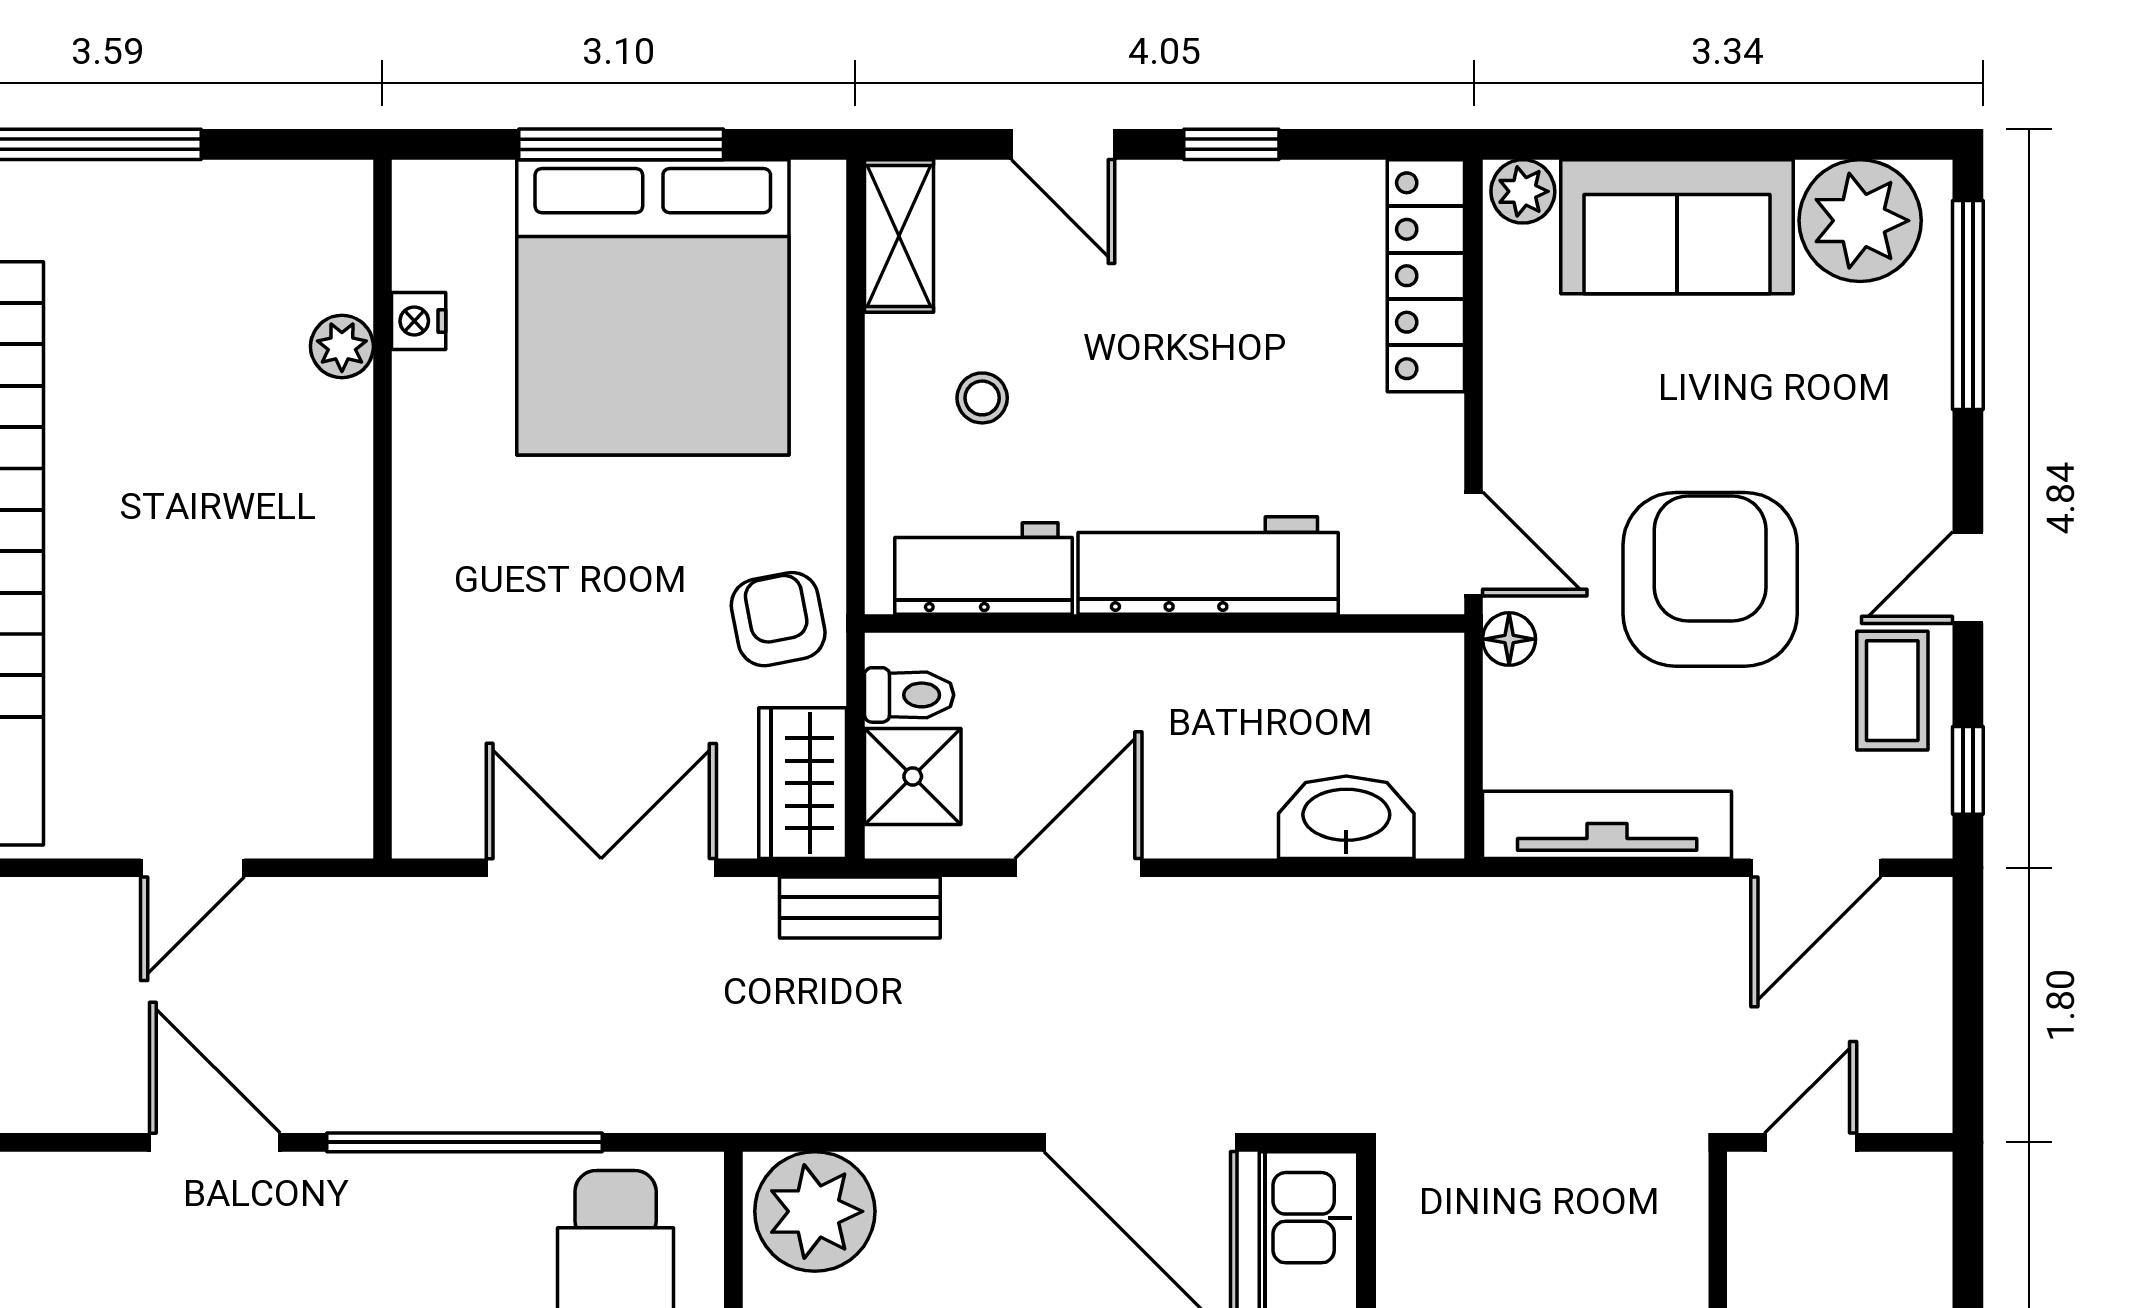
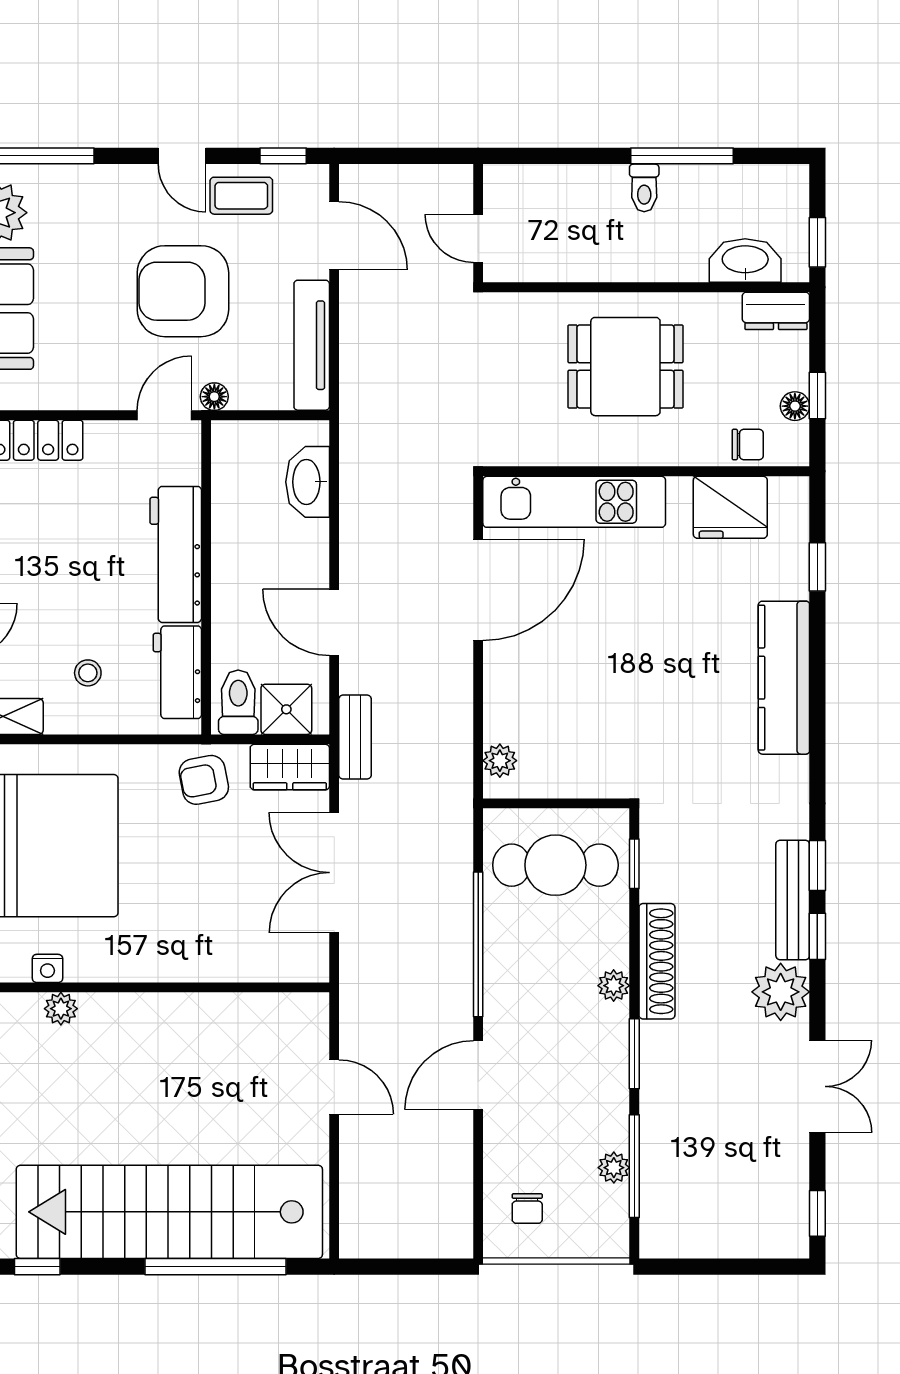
toilet: (909, 695) -> (238, 702), width x1.37, depth x1.39
plant: (815, 1211) -> (500, 761), width x0.53, depth x0.53

